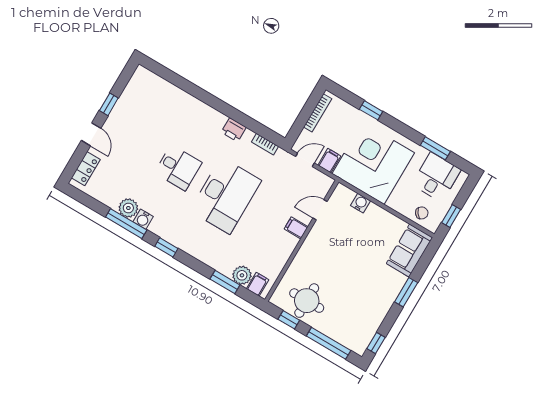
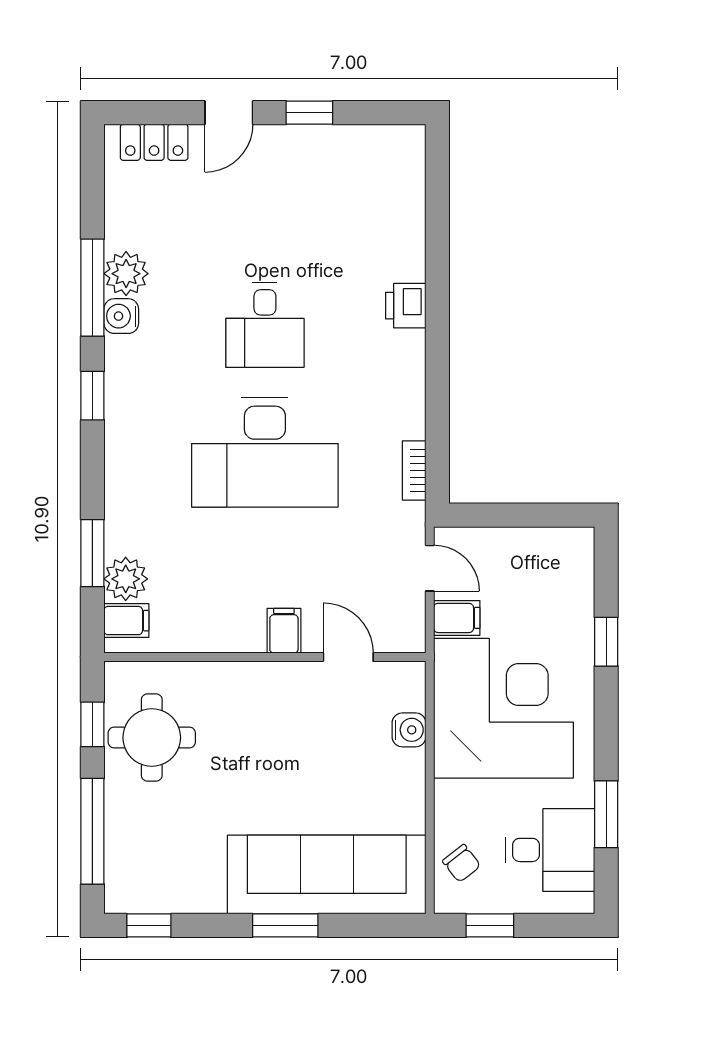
bookcase: (318, 113) -> (538, 538), removed
printer: (234, 130) -> (406, 306), moved
sofa: (409, 250) -> (327, 875), width x1.85, depth x1.27

